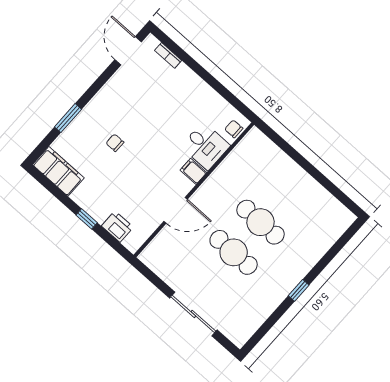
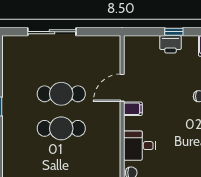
filing cabinet: (193, 171) -> (133, 109), moved
printer: (117, 227) -> (170, 44), moved

